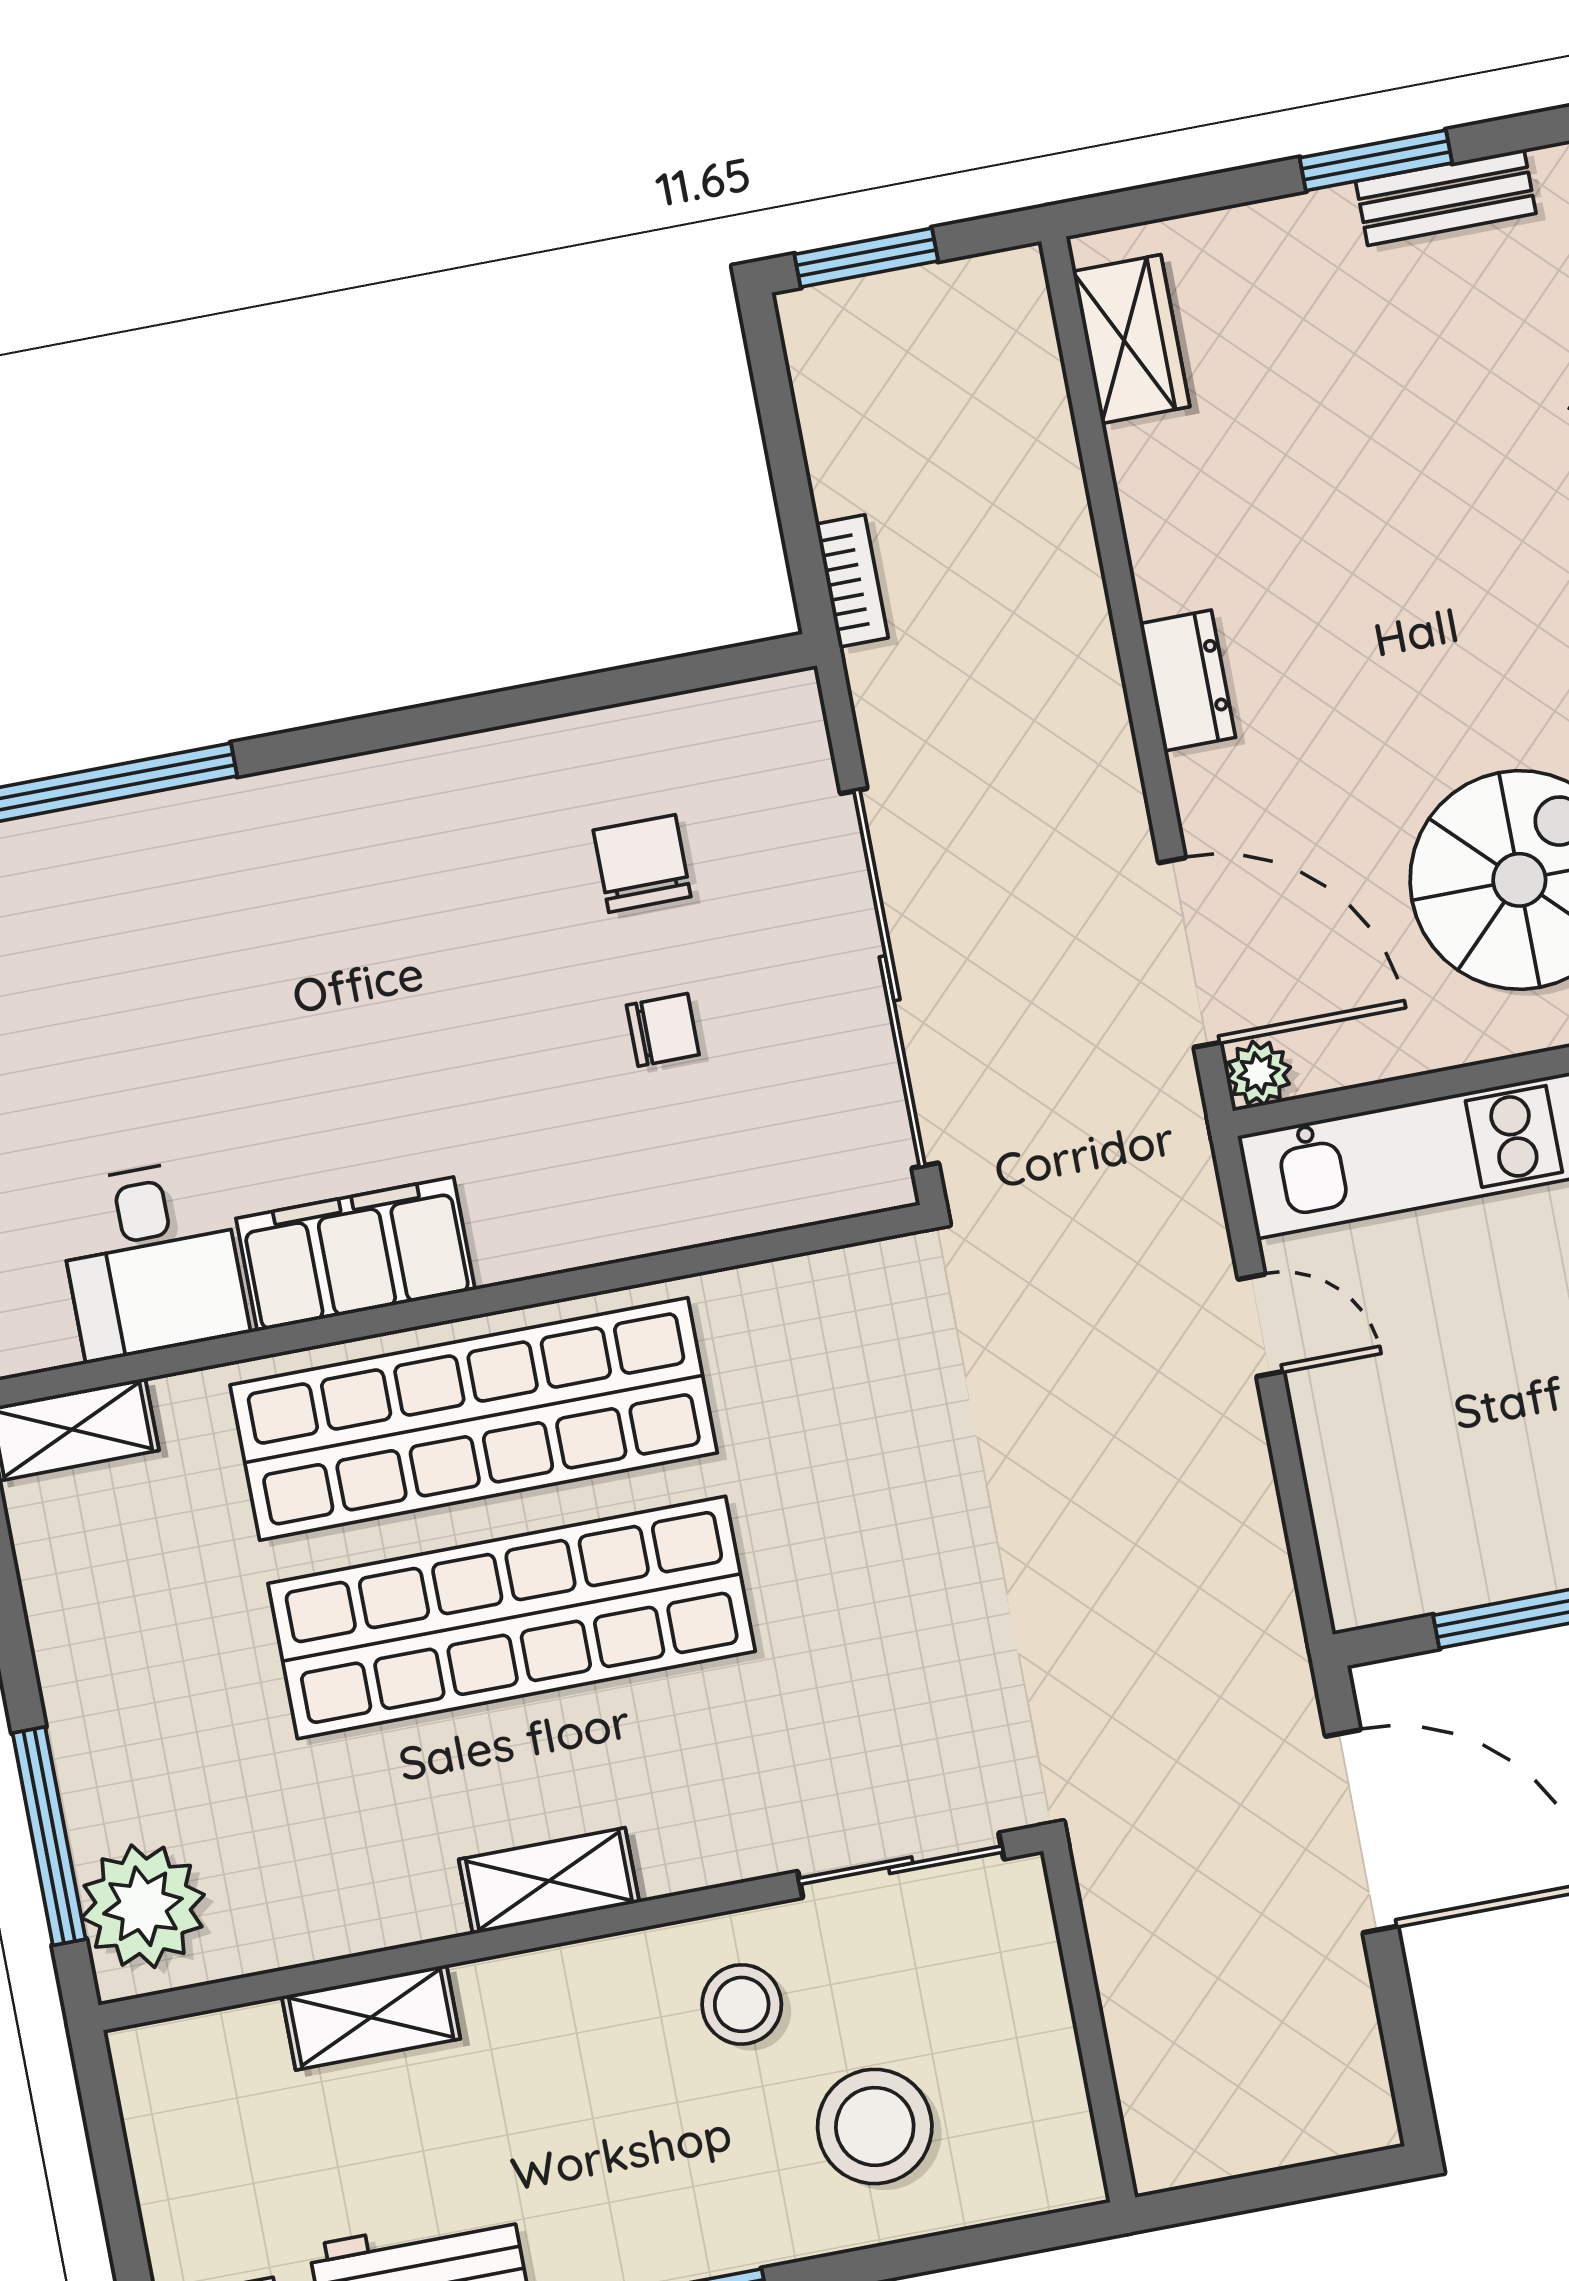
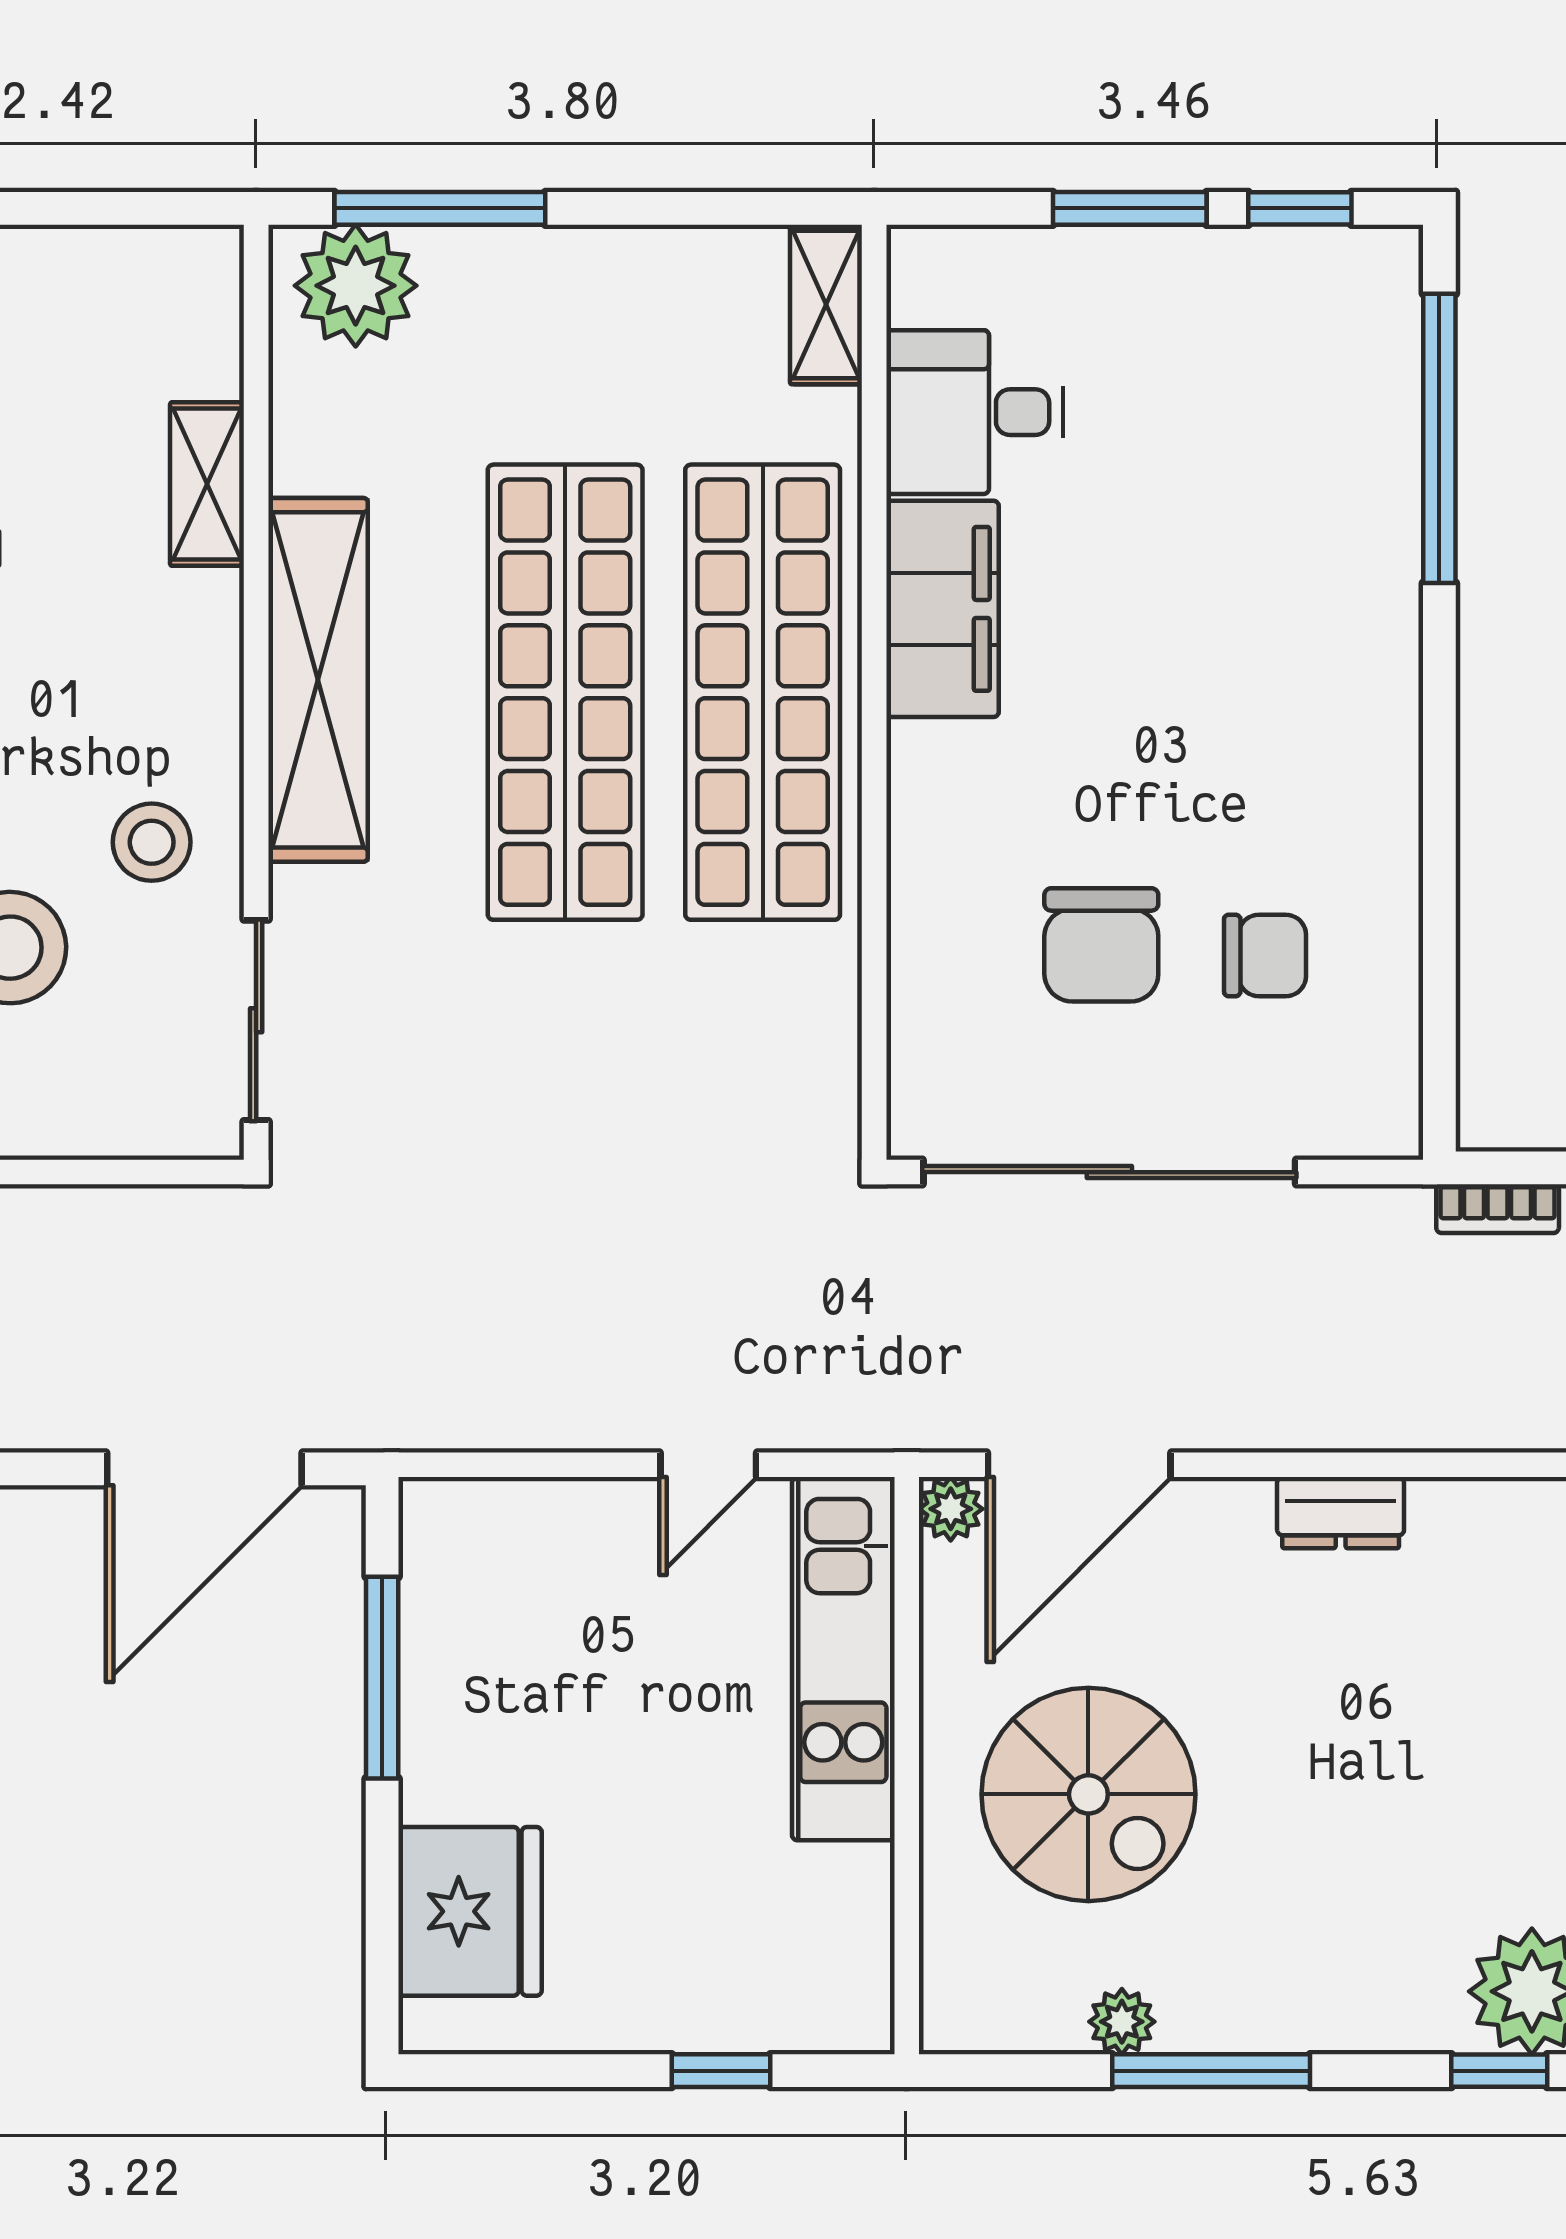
chair: (663, 1030) -> (1101, 945), width x1.87, depth x1.87
shelving: (549, 1881) -> (318, 680), width x2.20, depth x1.33

